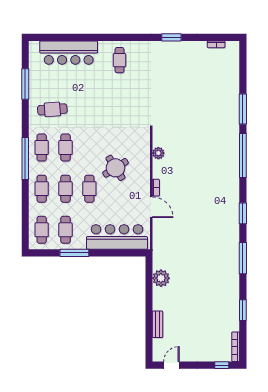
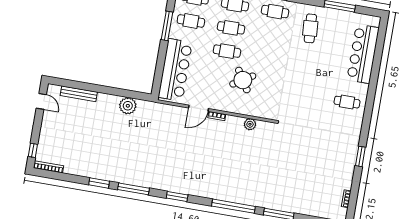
cafe table: (66, 148) -> (271, 35), removed
window: (243, 310) -> (99, 183), moved
bench: (158, 324) -> (79, 94), width x1.36

